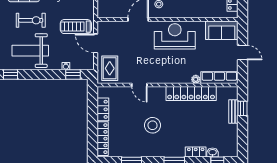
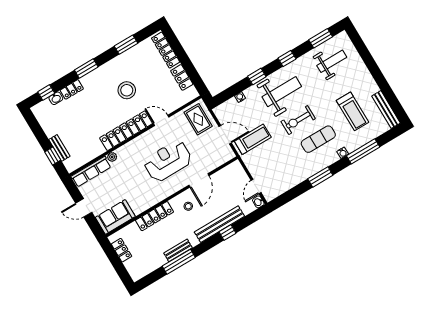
locker: (190, 12) -> (155, 216), added
reception desk: (175, 36) -> (168, 161), moved, turned 180
window: (73, 74) -> (257, 76), moved
locker: (191, 93) -> (126, 131), moved

